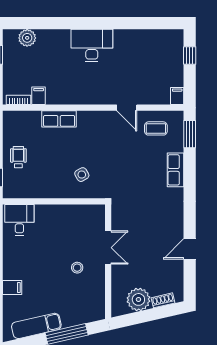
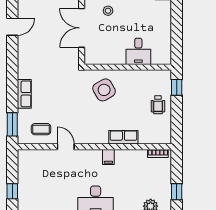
filing cabinet: (39, 96) -> (108, 157), moved
filing cabinet: (177, 96) -> (23, 157), removed
side table: (82, 175) -> (104, 90), width x1.87, depth x1.87
desk: (19, 220) -> (138, 51), moved
double door: (108, 248) -> (82, 28), width x1.37

